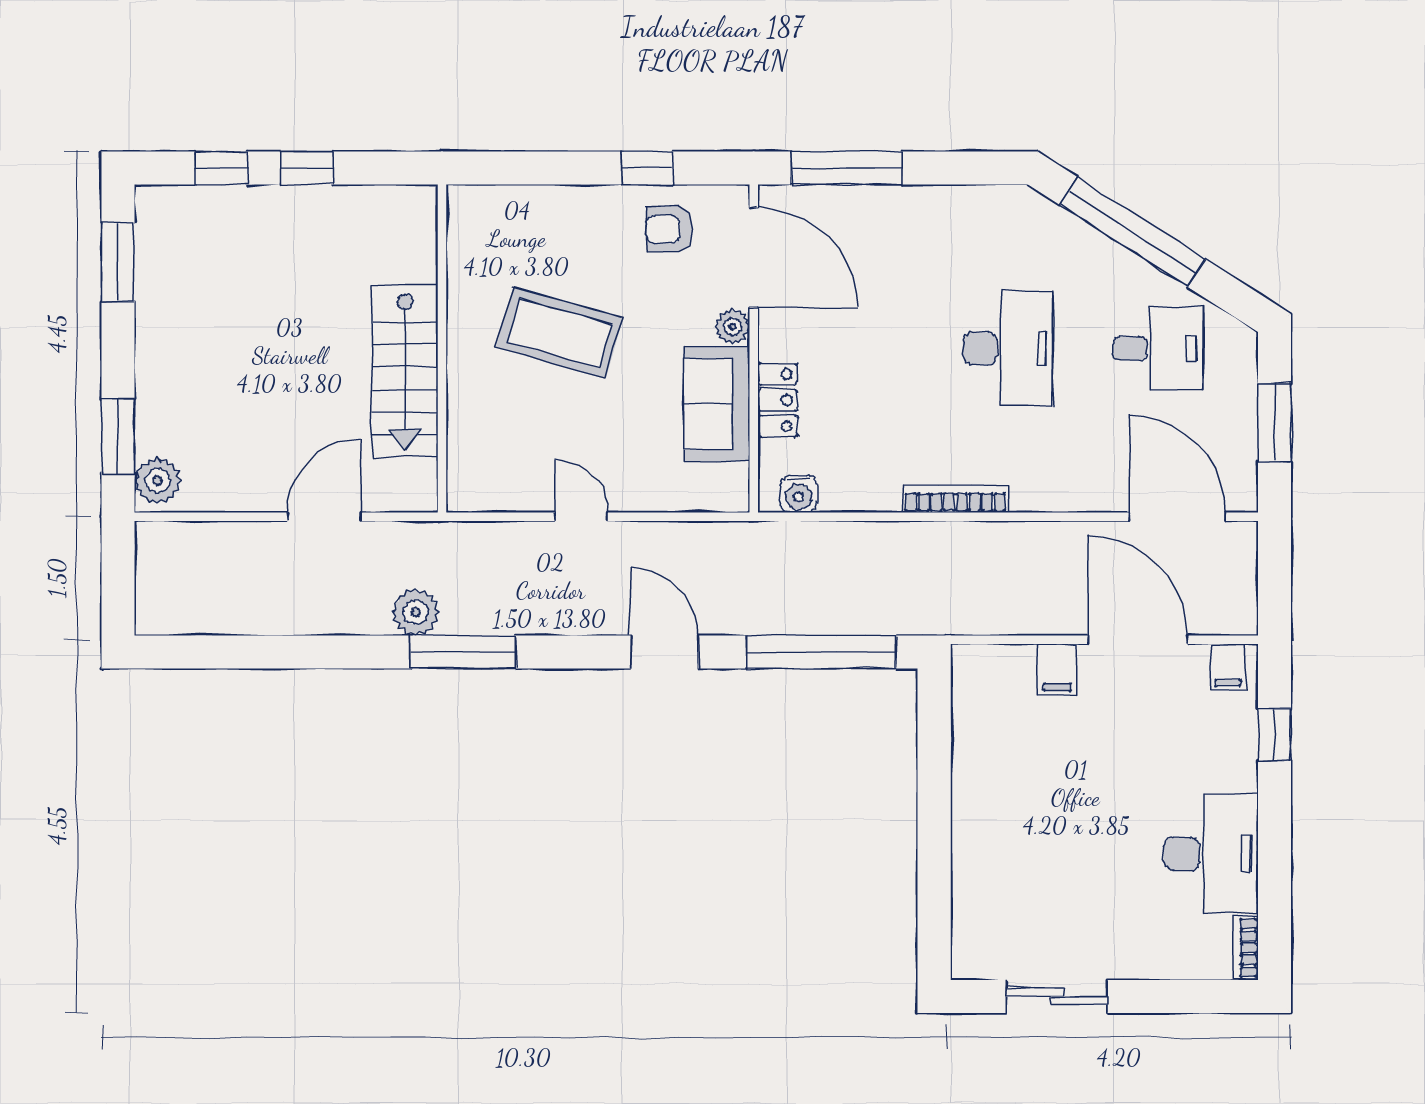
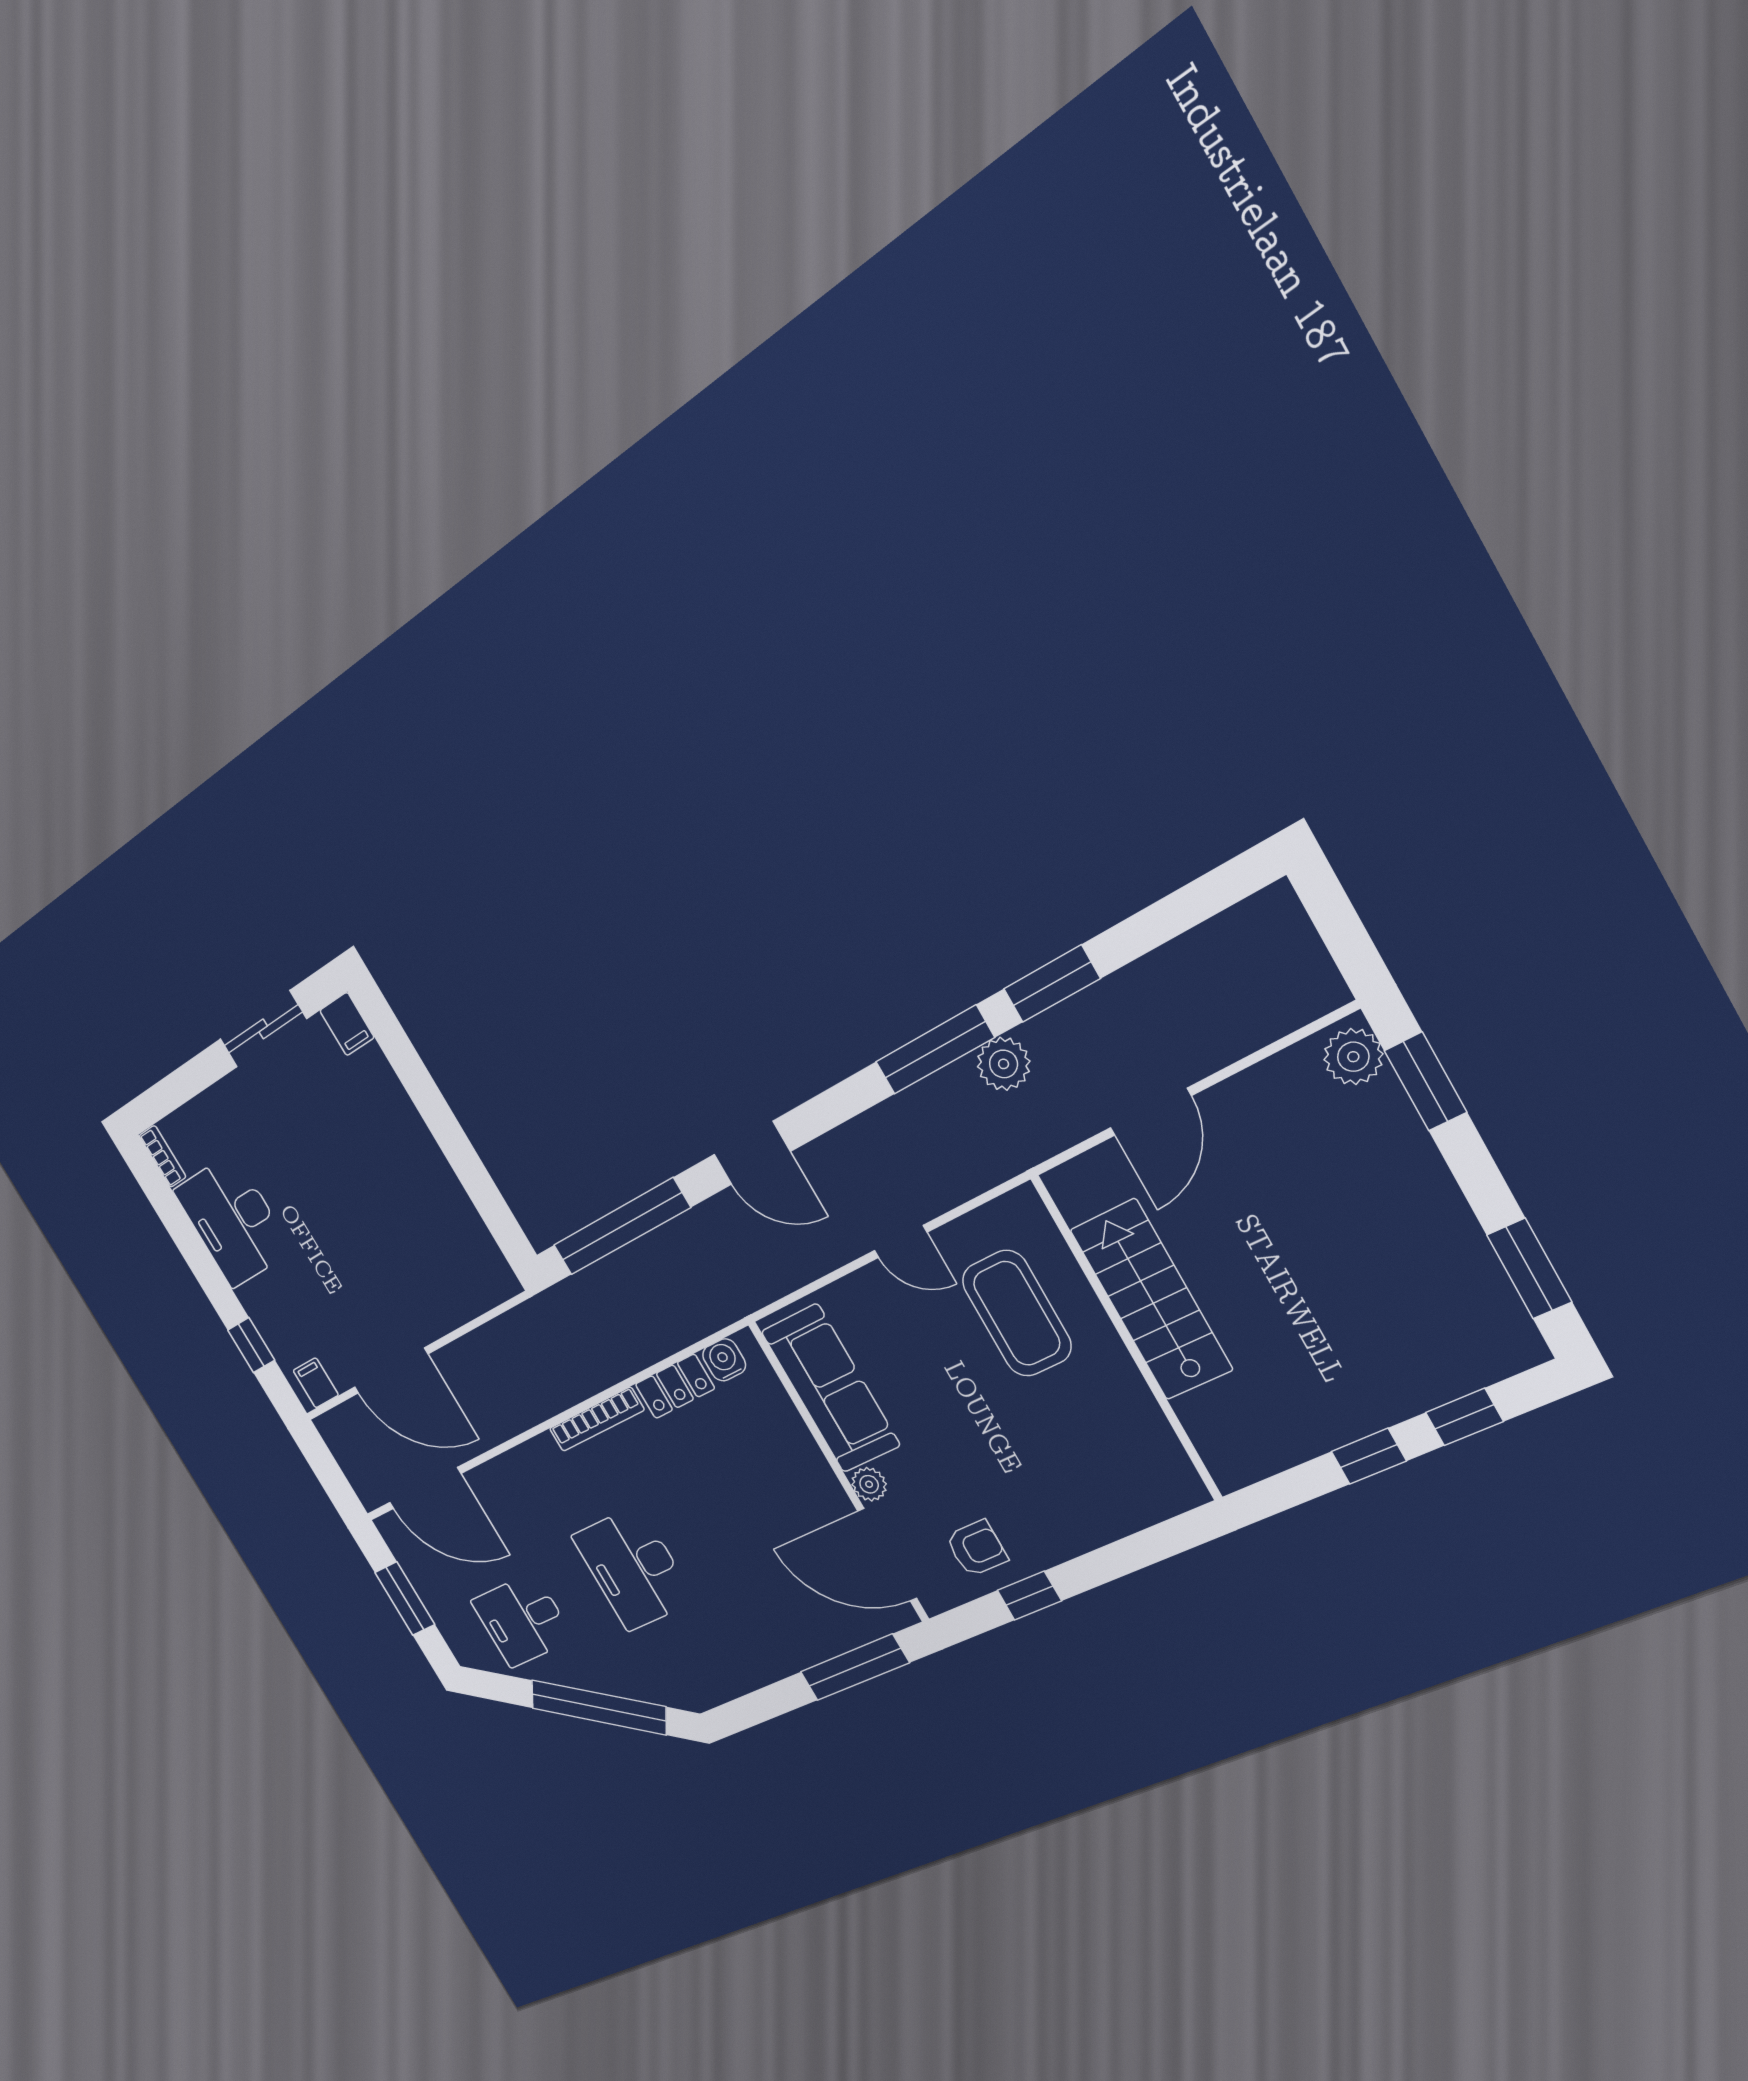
coffee table: (559, 333) -> (1017, 1313), moved, turned 74
locker: (778, 400) -> (675, 1386), moved, turned -90
sofa: (717, 404) -> (831, 1388), width x1.36
window: (344, 652) -> (1052, 984), added
filing cabinet: (1057, 669) -> (347, 1024), moved, turned 180

